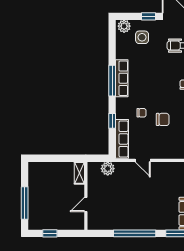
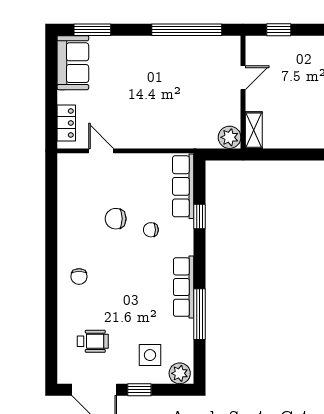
window: (112, 81) -> (200, 314), moved
door: (143, 160) -> (101, 151), moved
plant: (108, 169) -> (230, 137), moved
window: (50, 233) -> (279, 30), moved
window: (135, 233) -> (187, 30), moved

